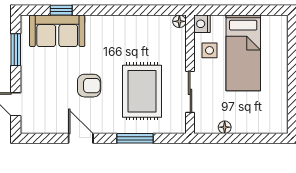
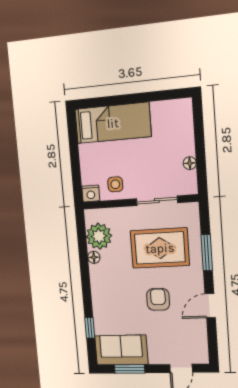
floor lamp: (179, 21) -> (94, 257), moved
plant: (158, 29) -> (99, 236), added
sofa: (57, 31) -> (121, 350), moved, turned -90
bed: (243, 53) -> (113, 123), moved

